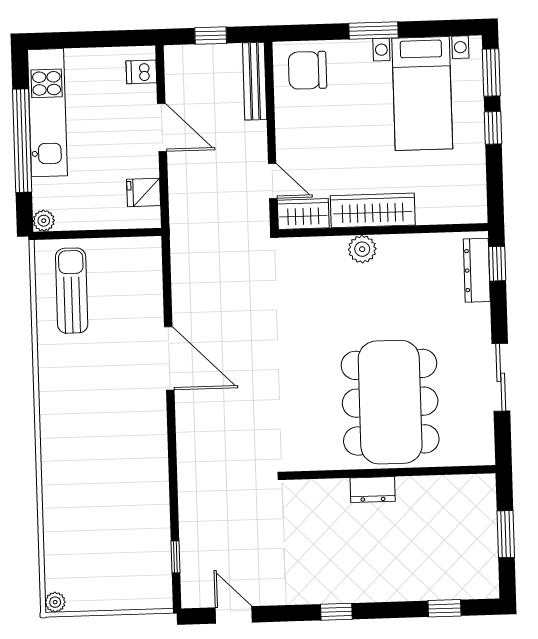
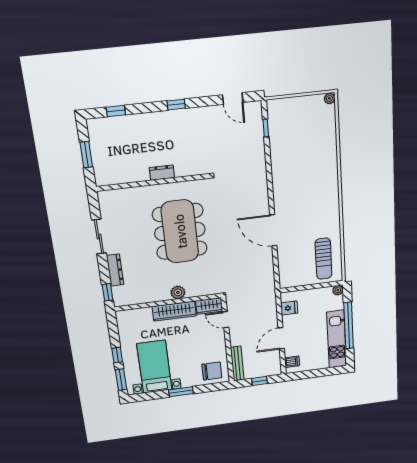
door: (162, 128) -> (281, 338), hinge flipped
dresser: (477, 270) -> (115, 270), moved
dining table: (390, 402) -> (180, 231), moved

